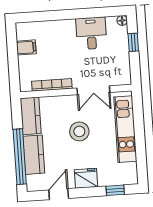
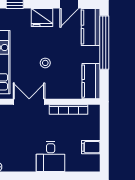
desk: (91, 33) -> (51, 156), moved
stool: (79, 131) -> (45, 63), width x0.53, depth x0.53
kitchen counter: (34, 155) -> (91, 27), moved

